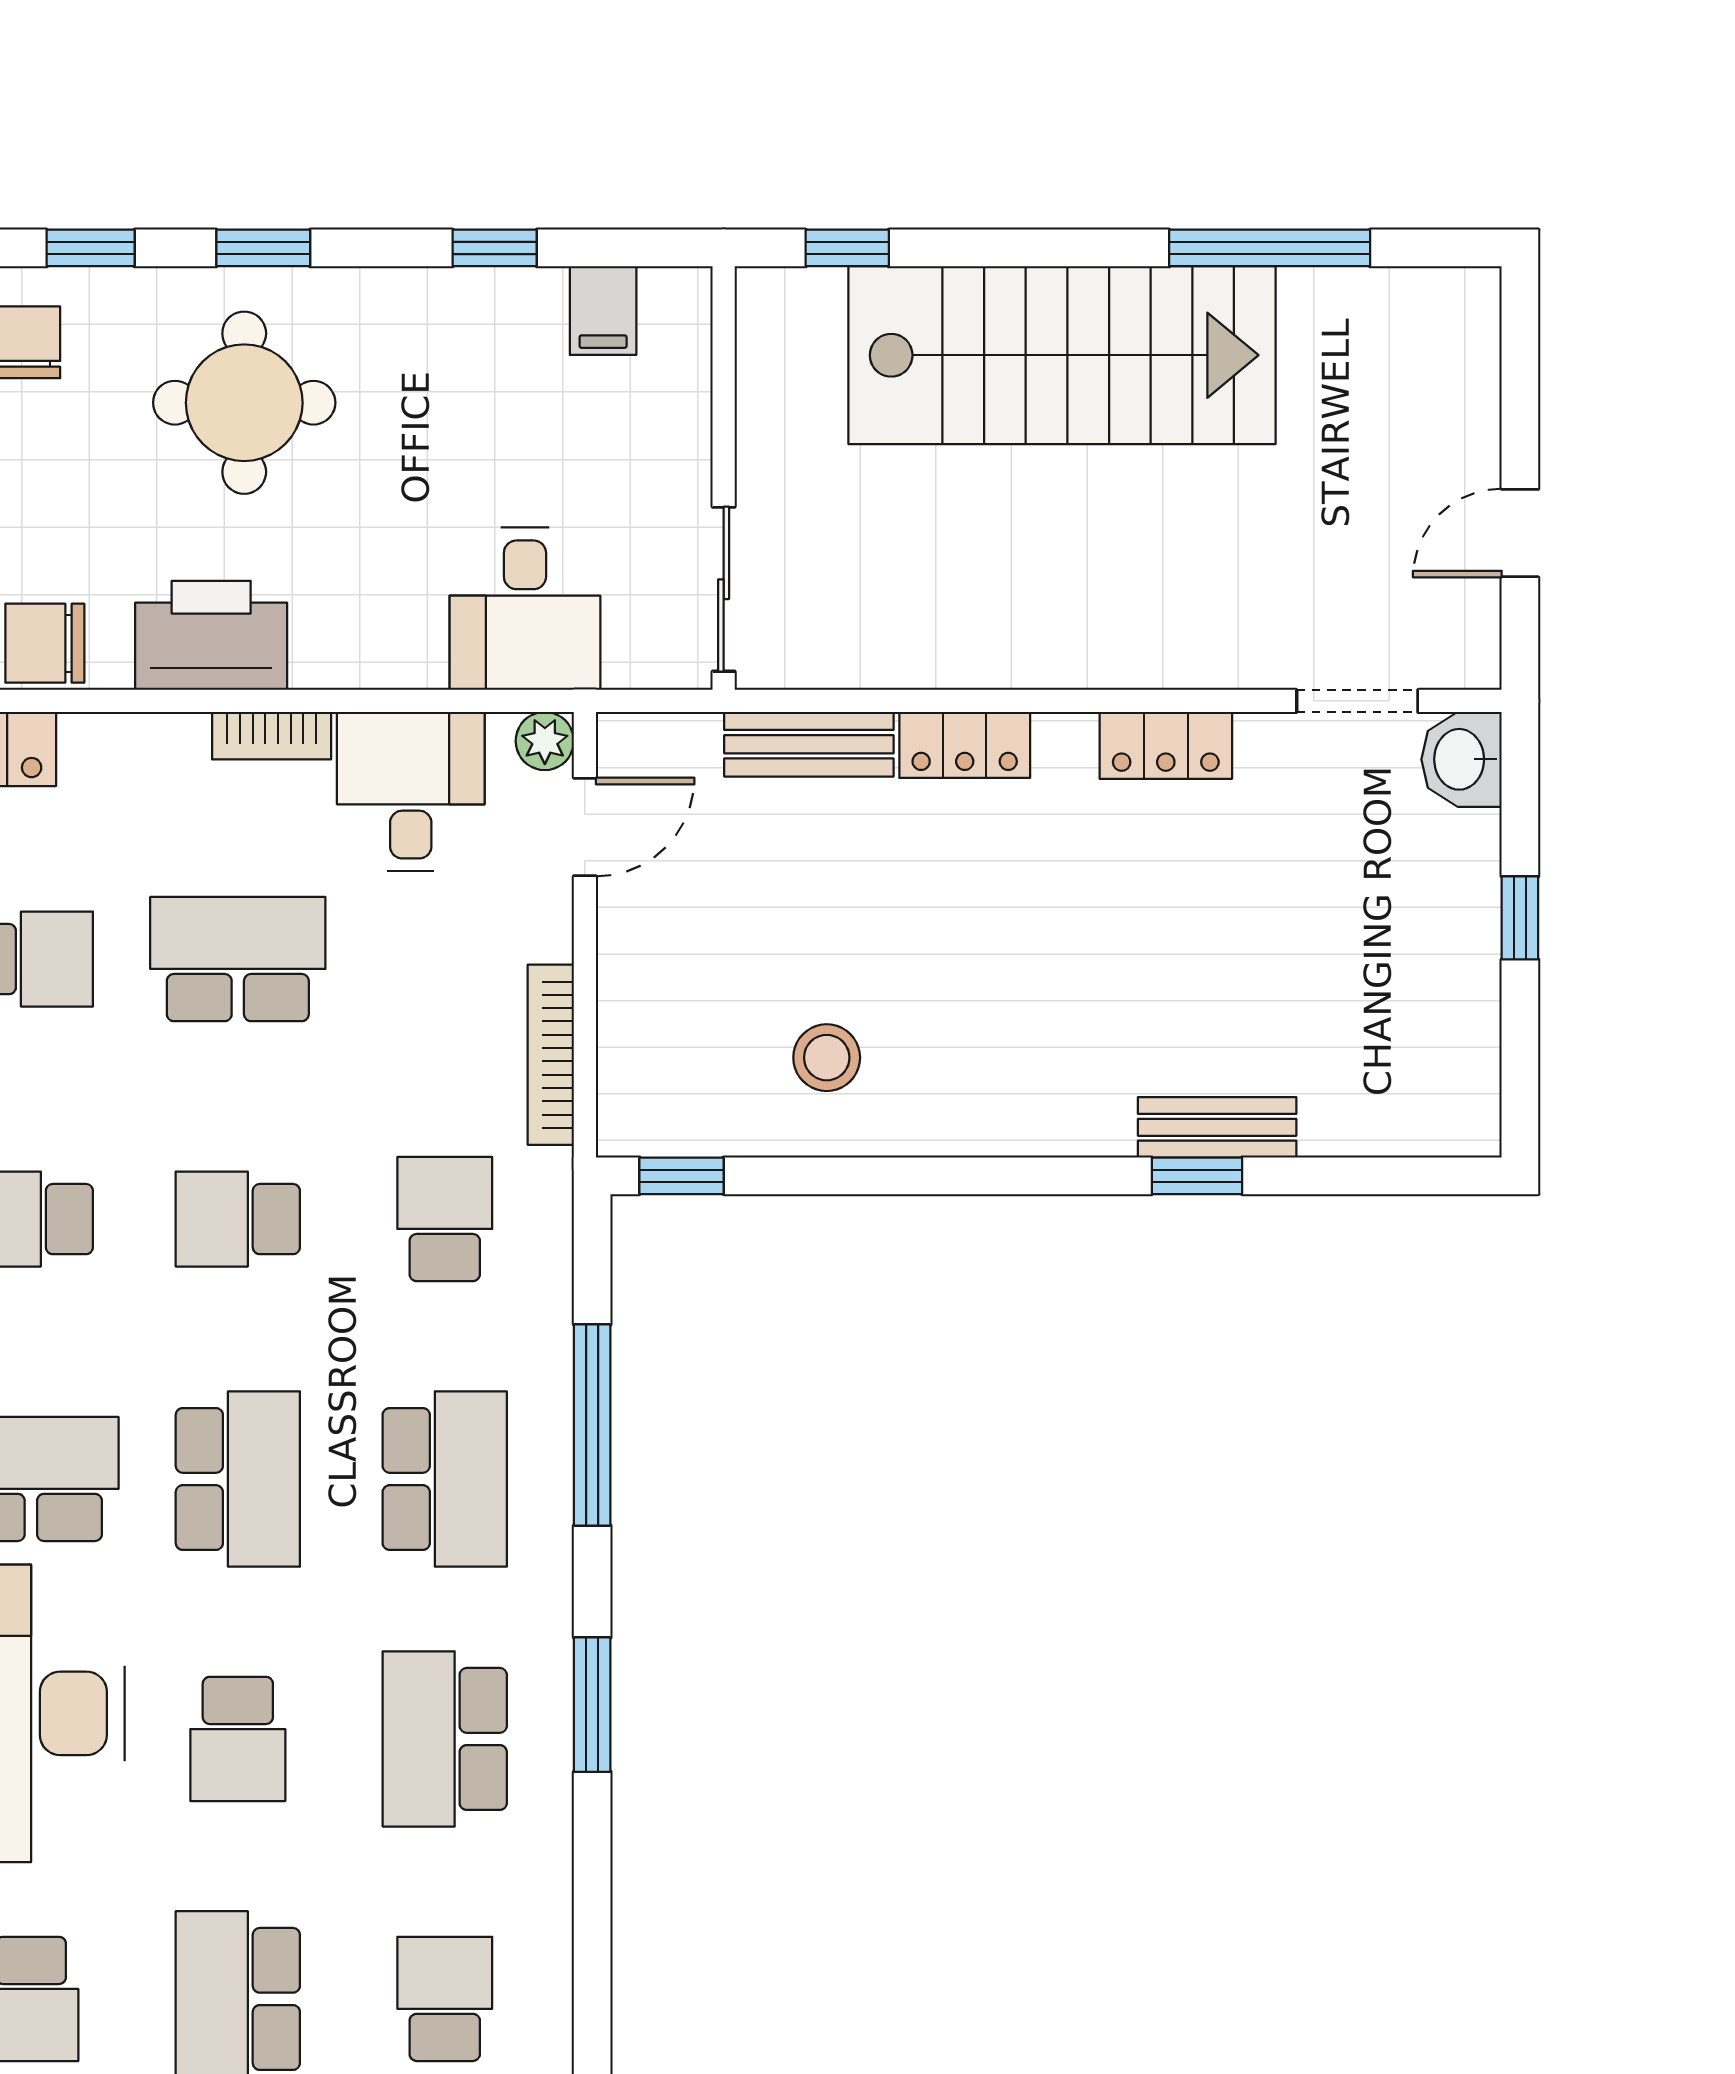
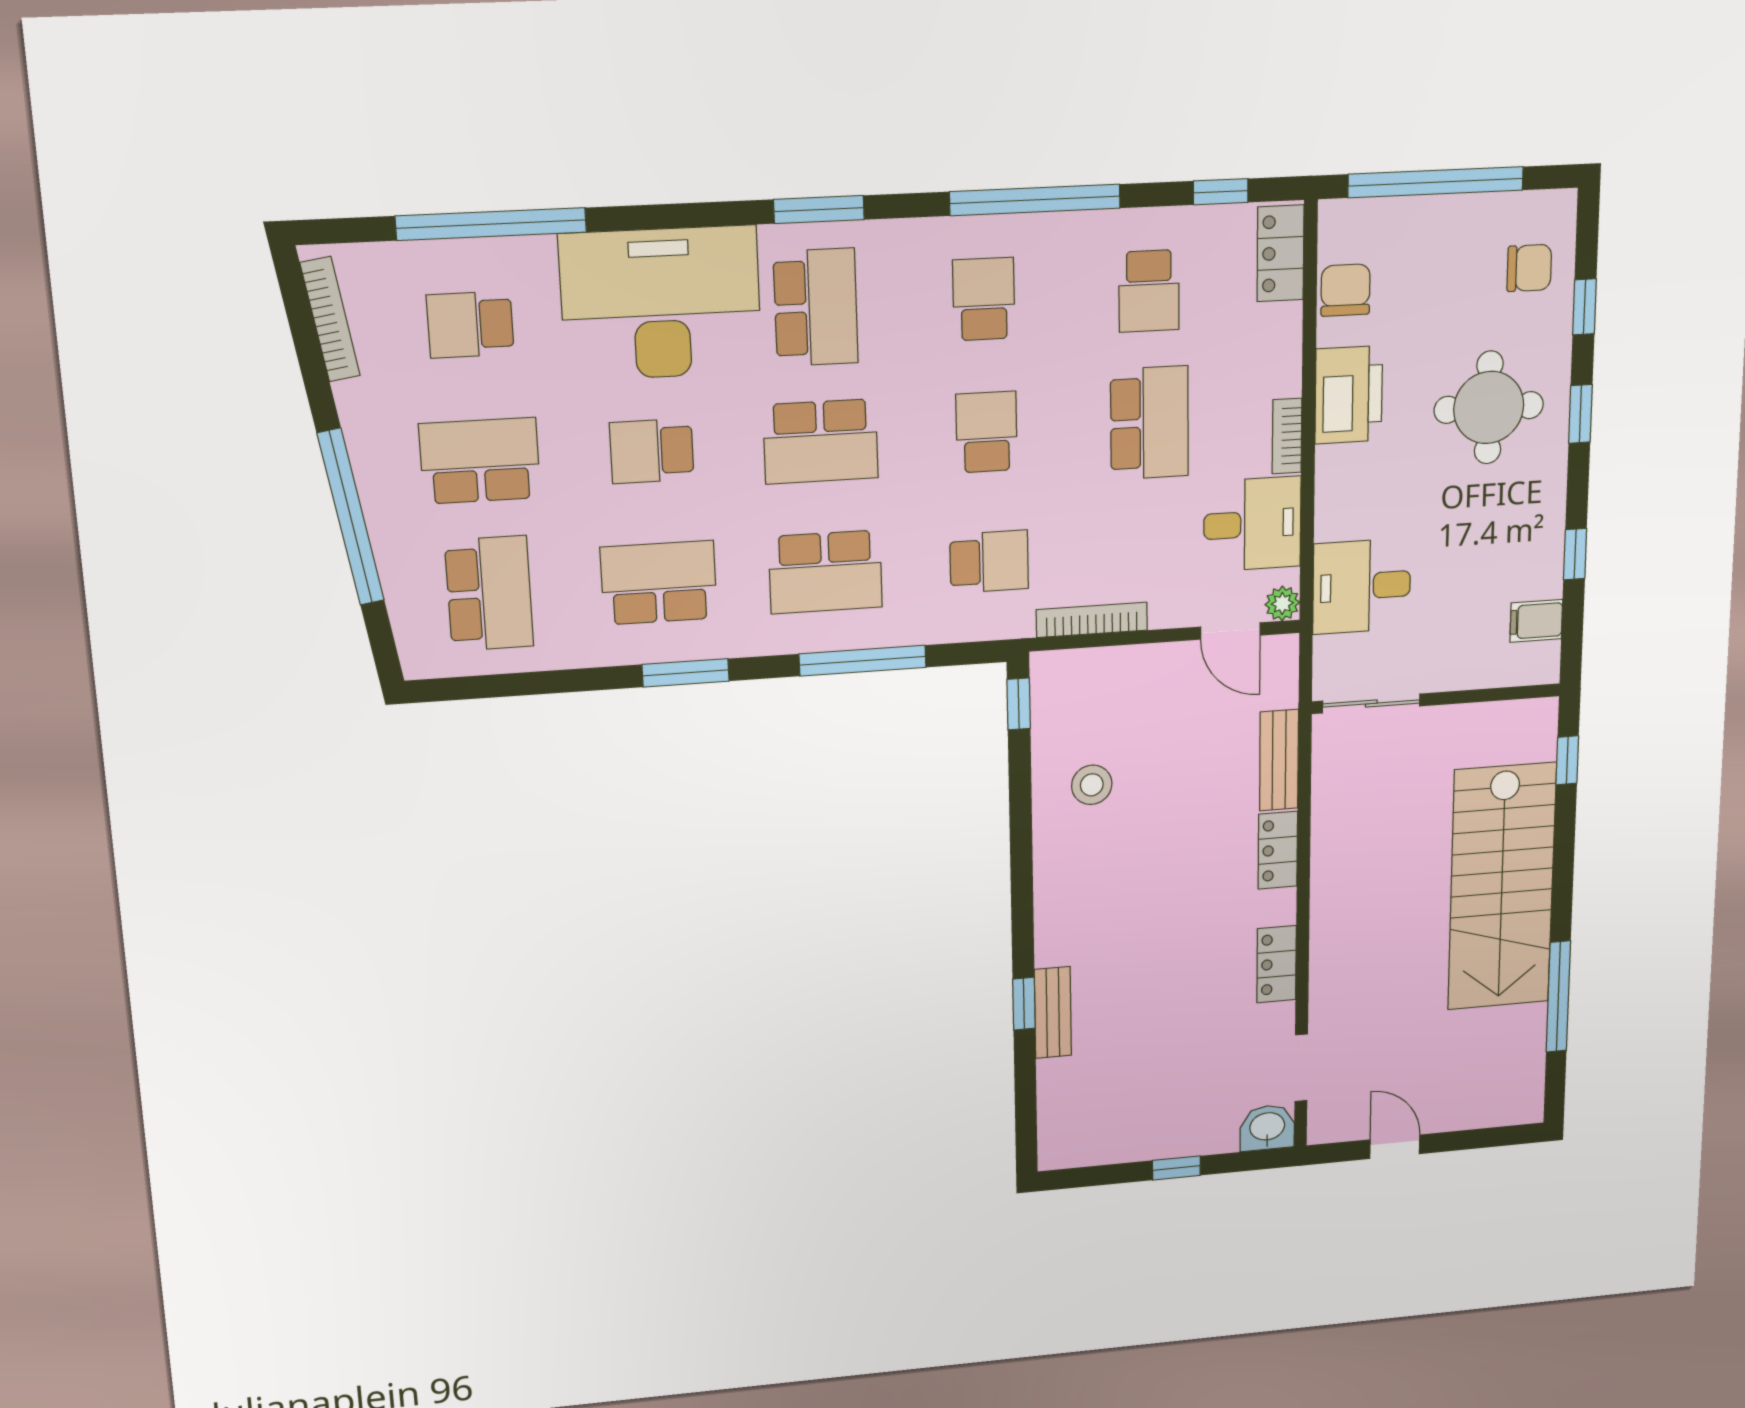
school desk: (445, 1999) -> (489, 593), width x1.85

